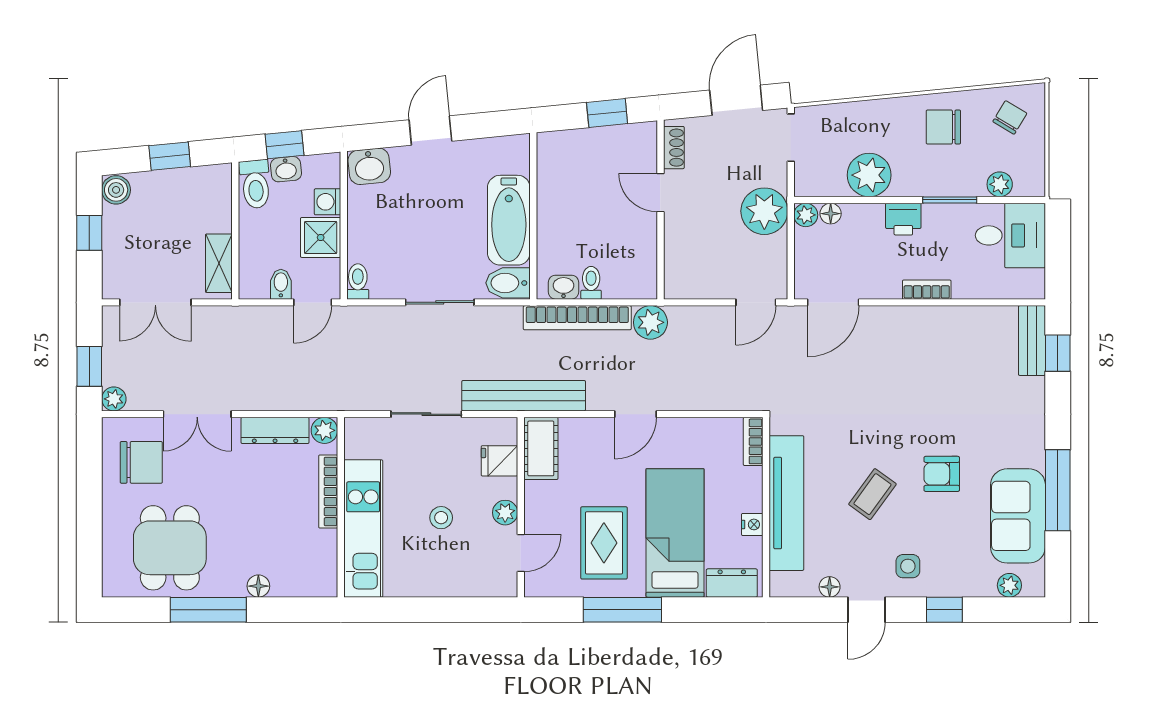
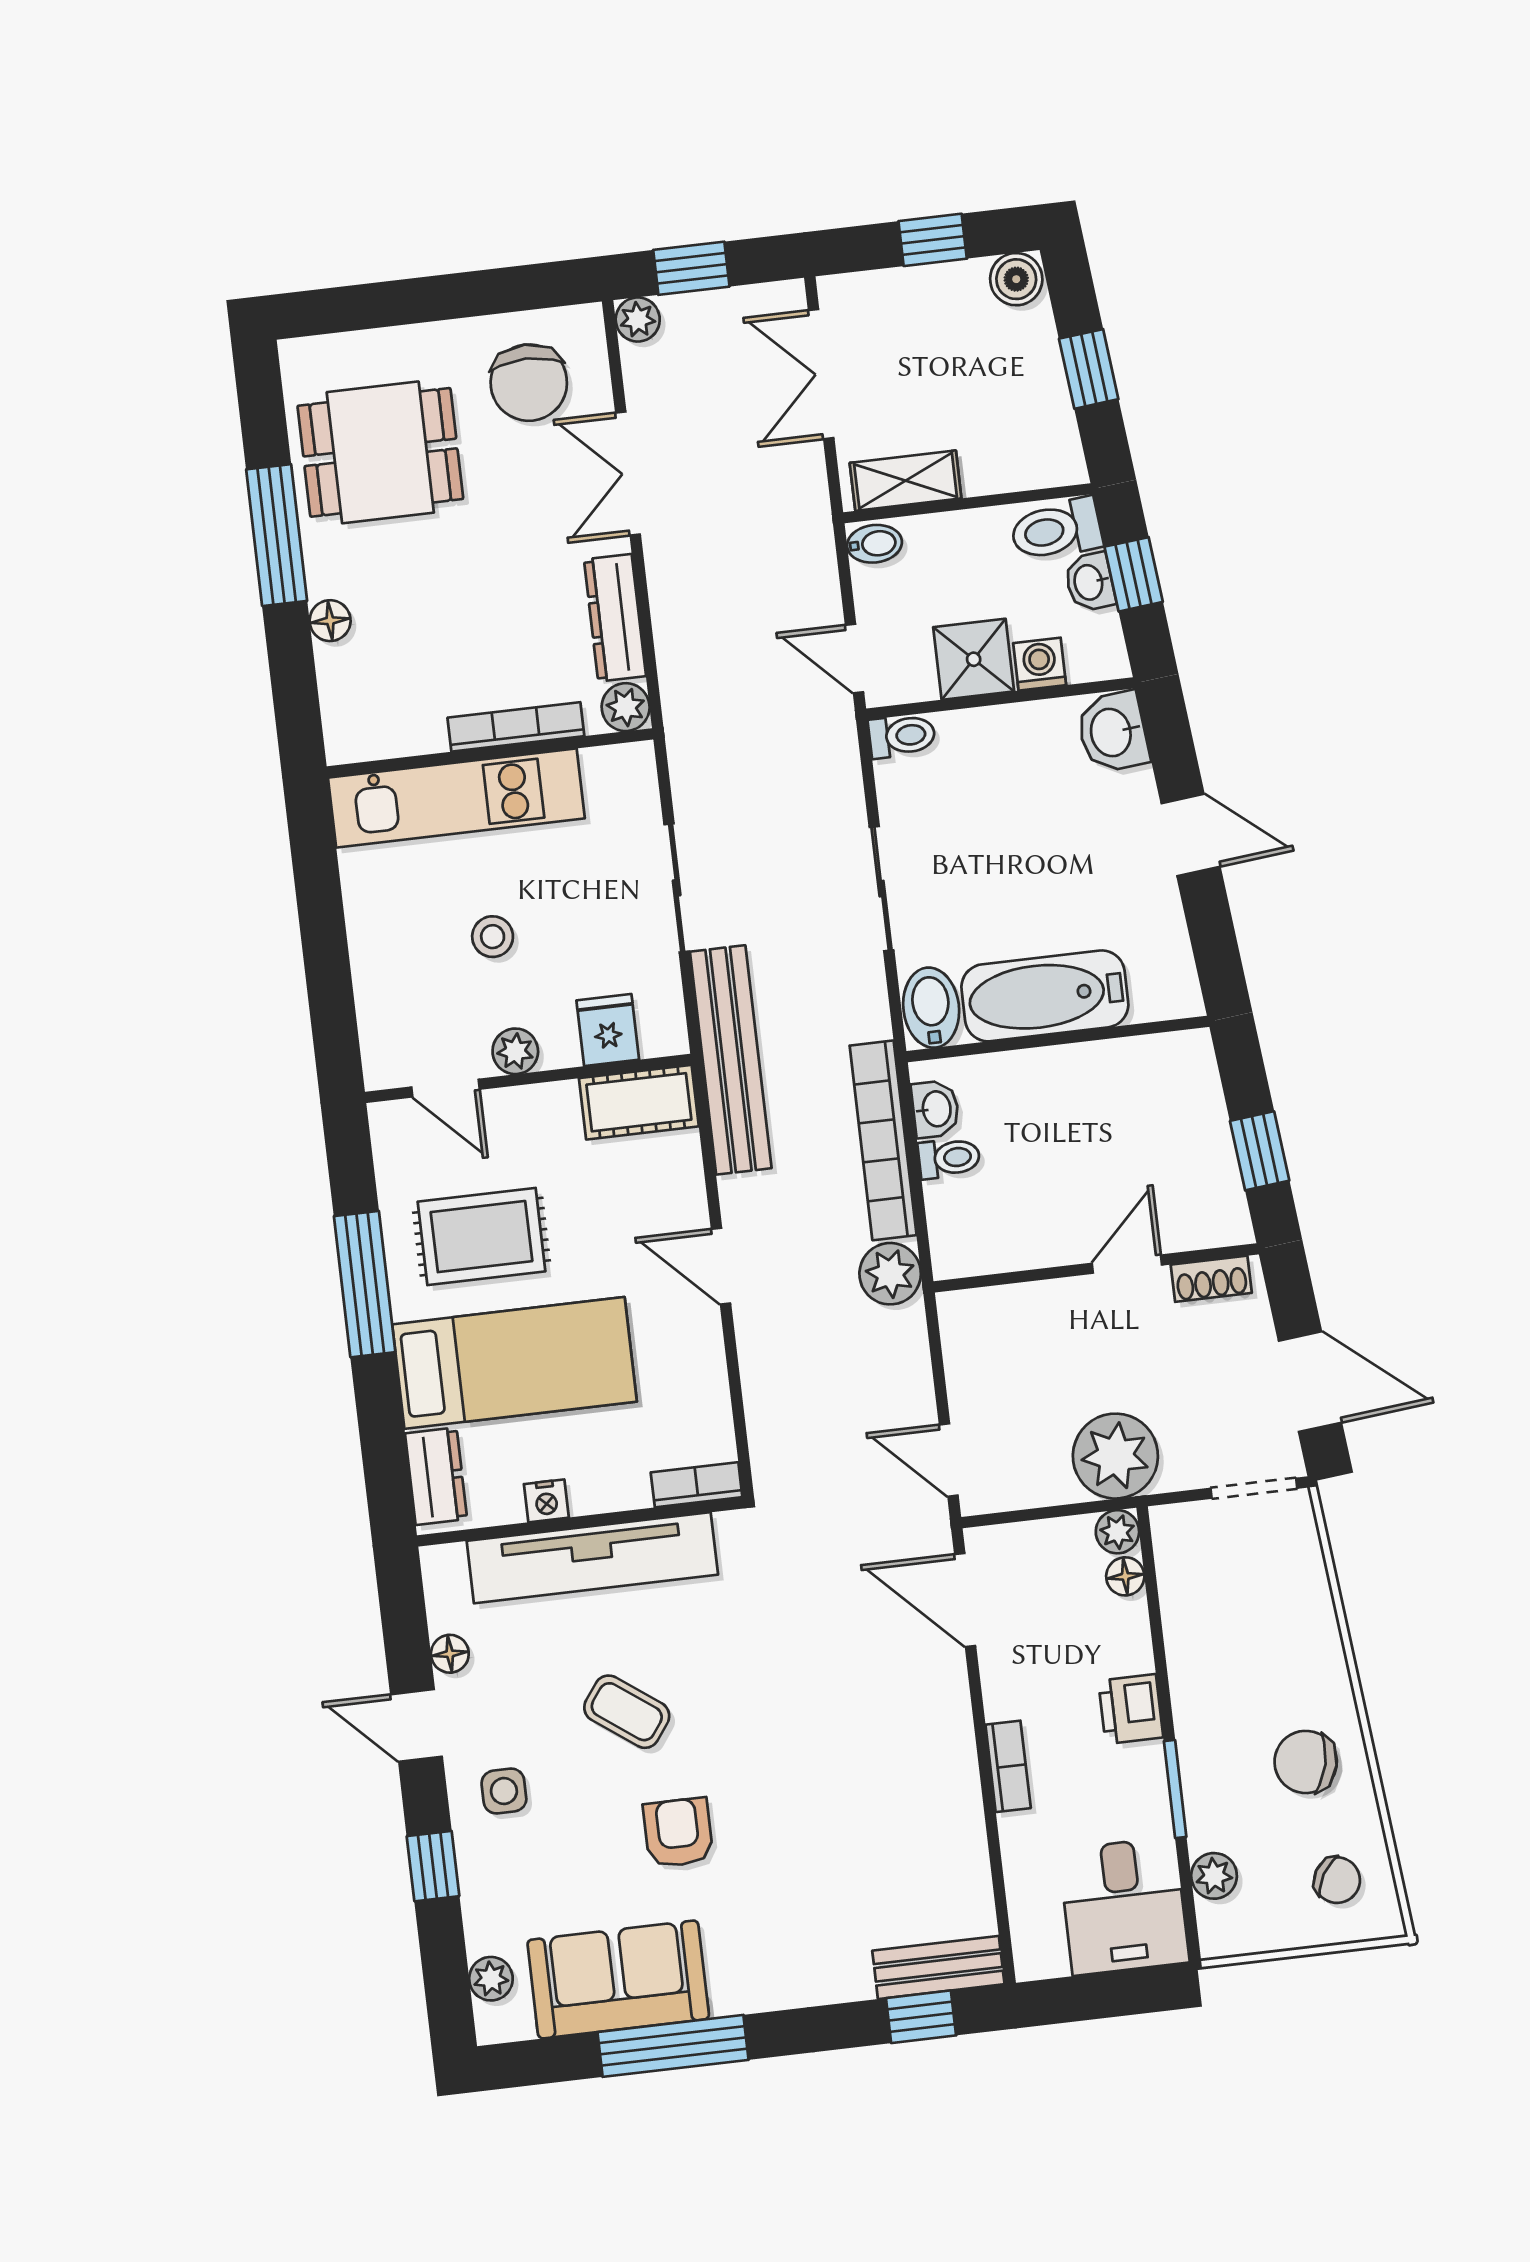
chair: (943, 127) -> (1306, 1762), turned -77
plant: (869, 175) -> (1203, 1638), removed
bidet: (281, 284) -> (874, 544), moved

